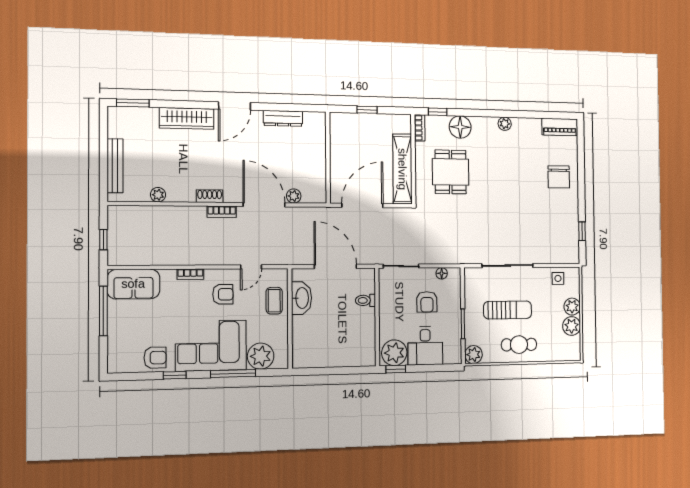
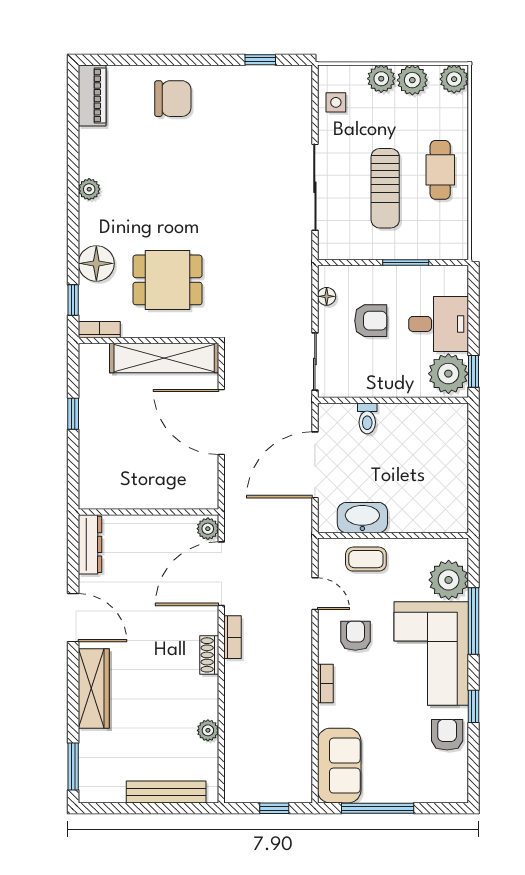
wall: (328, 158) -> (149, 512), moved
sun lounger: (508, 310) -> (385, 188), turned 180
plant: (473, 355) -> (454, 79), moved

